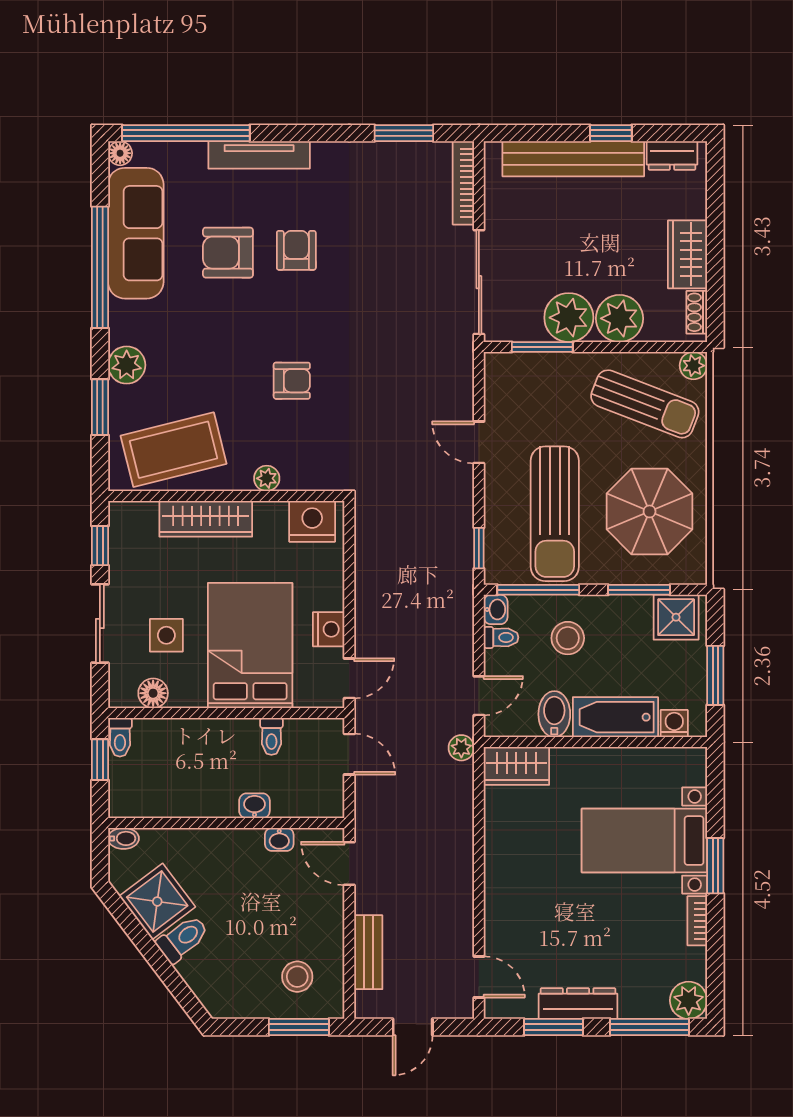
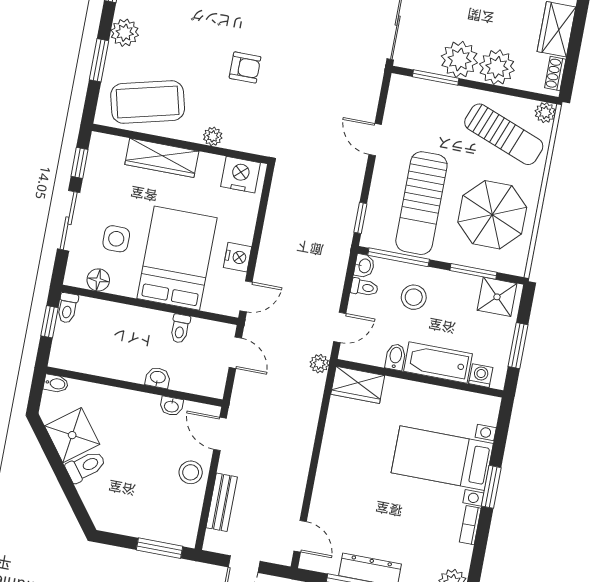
bidet: (554, 714) -> (395, 357), width x0.72, depth x0.74
stool: (297, 977) -> (191, 472), moved

